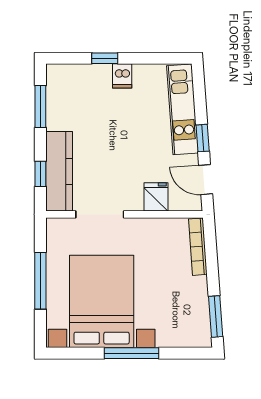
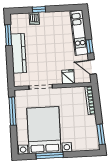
dishwasher: (122, 76) -> (34, 19), moved
kitchen counter: (59, 171) -> (19, 53), moved
window: (40, 174) -> (10, 69), removed
window: (40, 281) -> (12, 111), moved
window: (131, 353) -> (50, 155), moved

